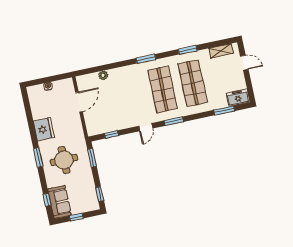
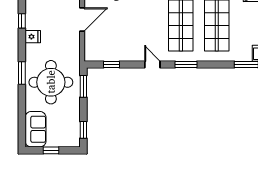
door: (146, 127) -> (152, 65), swing flipped
fridge: (44, 129) -> (33, 37), width x0.53, depth x0.75
round table: (64, 160) -> (51, 82), width x1.36, depth x1.36
window: (47, 200) -> (22, 21), moved

